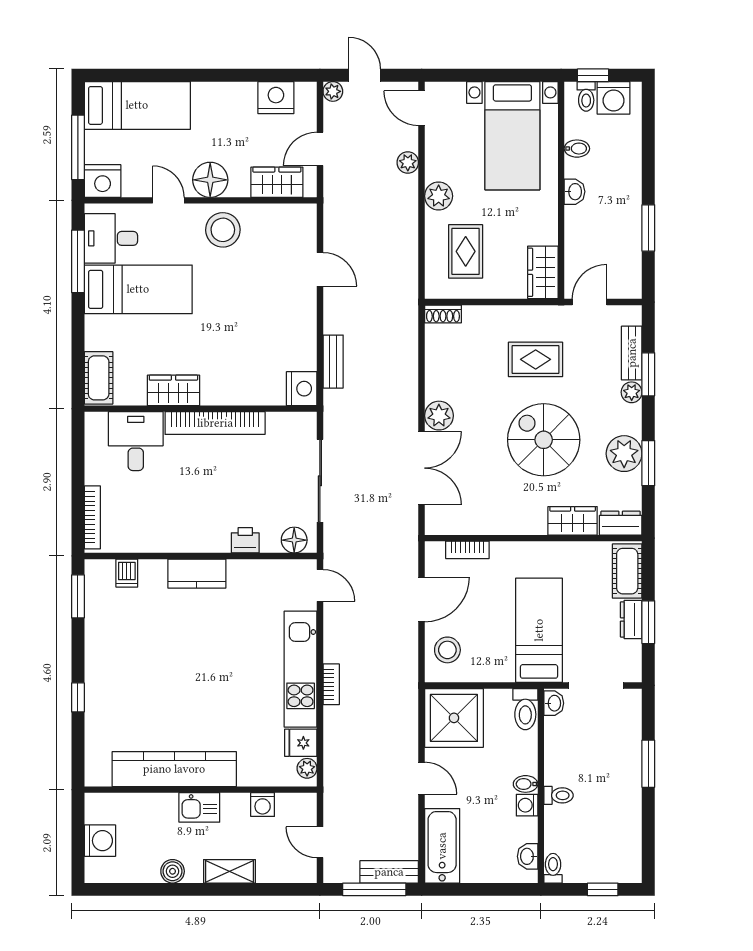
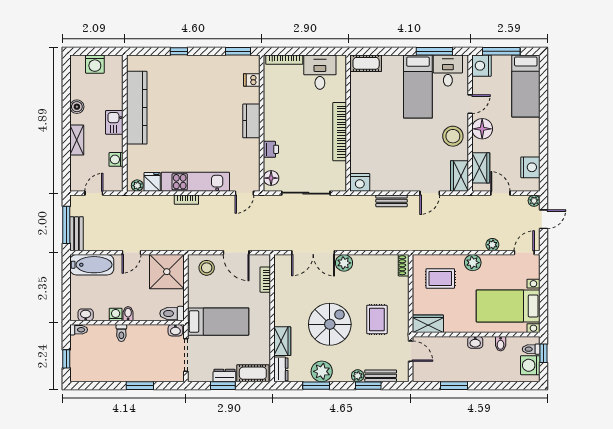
bench: (333, 362) -> (392, 201), moved
wardrobe: (173, 390) -> (459, 176), moved, turned 180
desk: (136, 441) -> (320, 72), moved, turned -90

